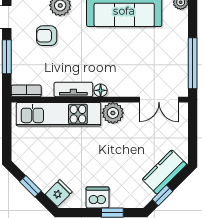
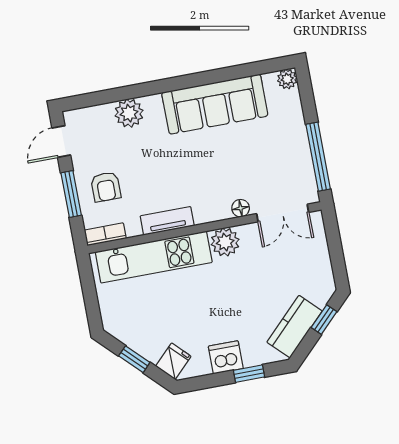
armchair: (47, 36) -> (106, 187), moved, turned -90
floor lamp: (101, 90) -> (241, 208), moved
kitchen counter: (164, 172) -> (294, 327), moved
window: (162, 195) -> (324, 320), moved

